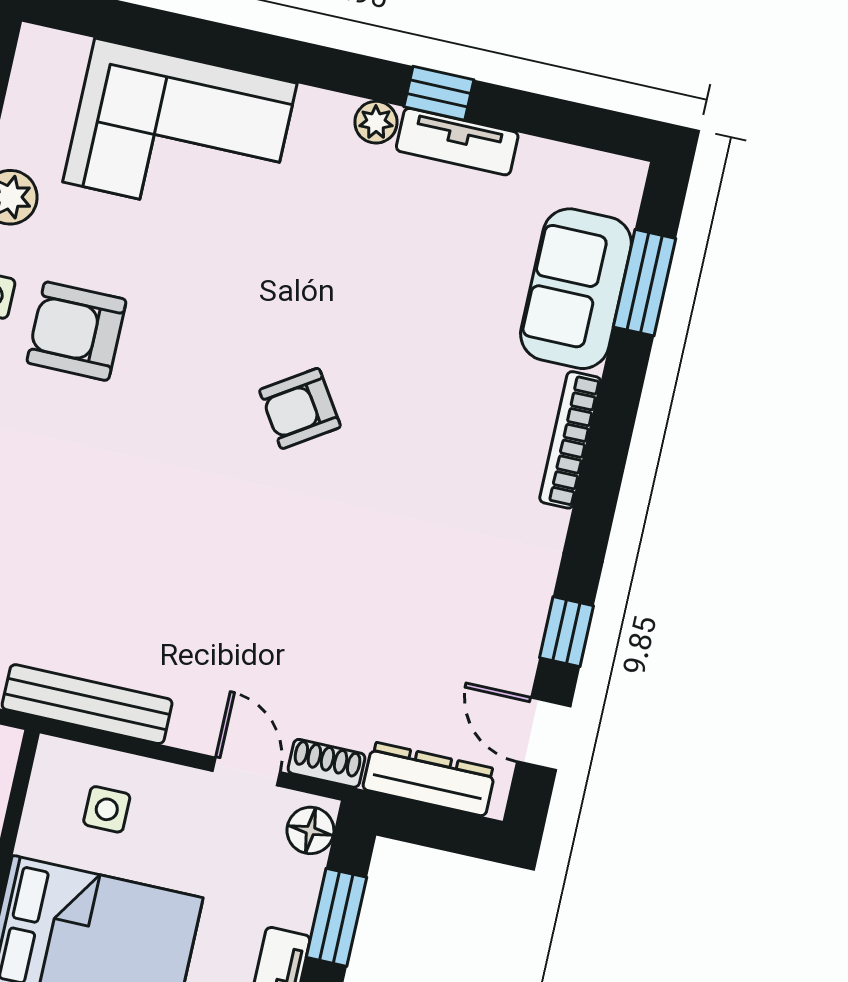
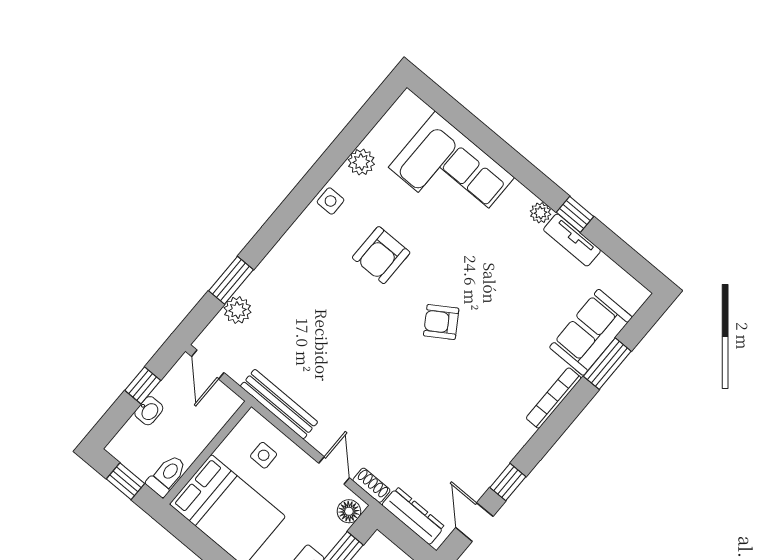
window: (645, 283) -> (607, 364), moved
armchair: (76, 331) -> (381, 255), moved, turned -90

